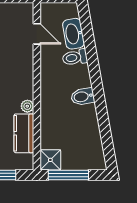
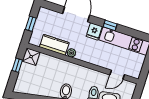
window: (68, 175) -> (17, 65), width x0.46

